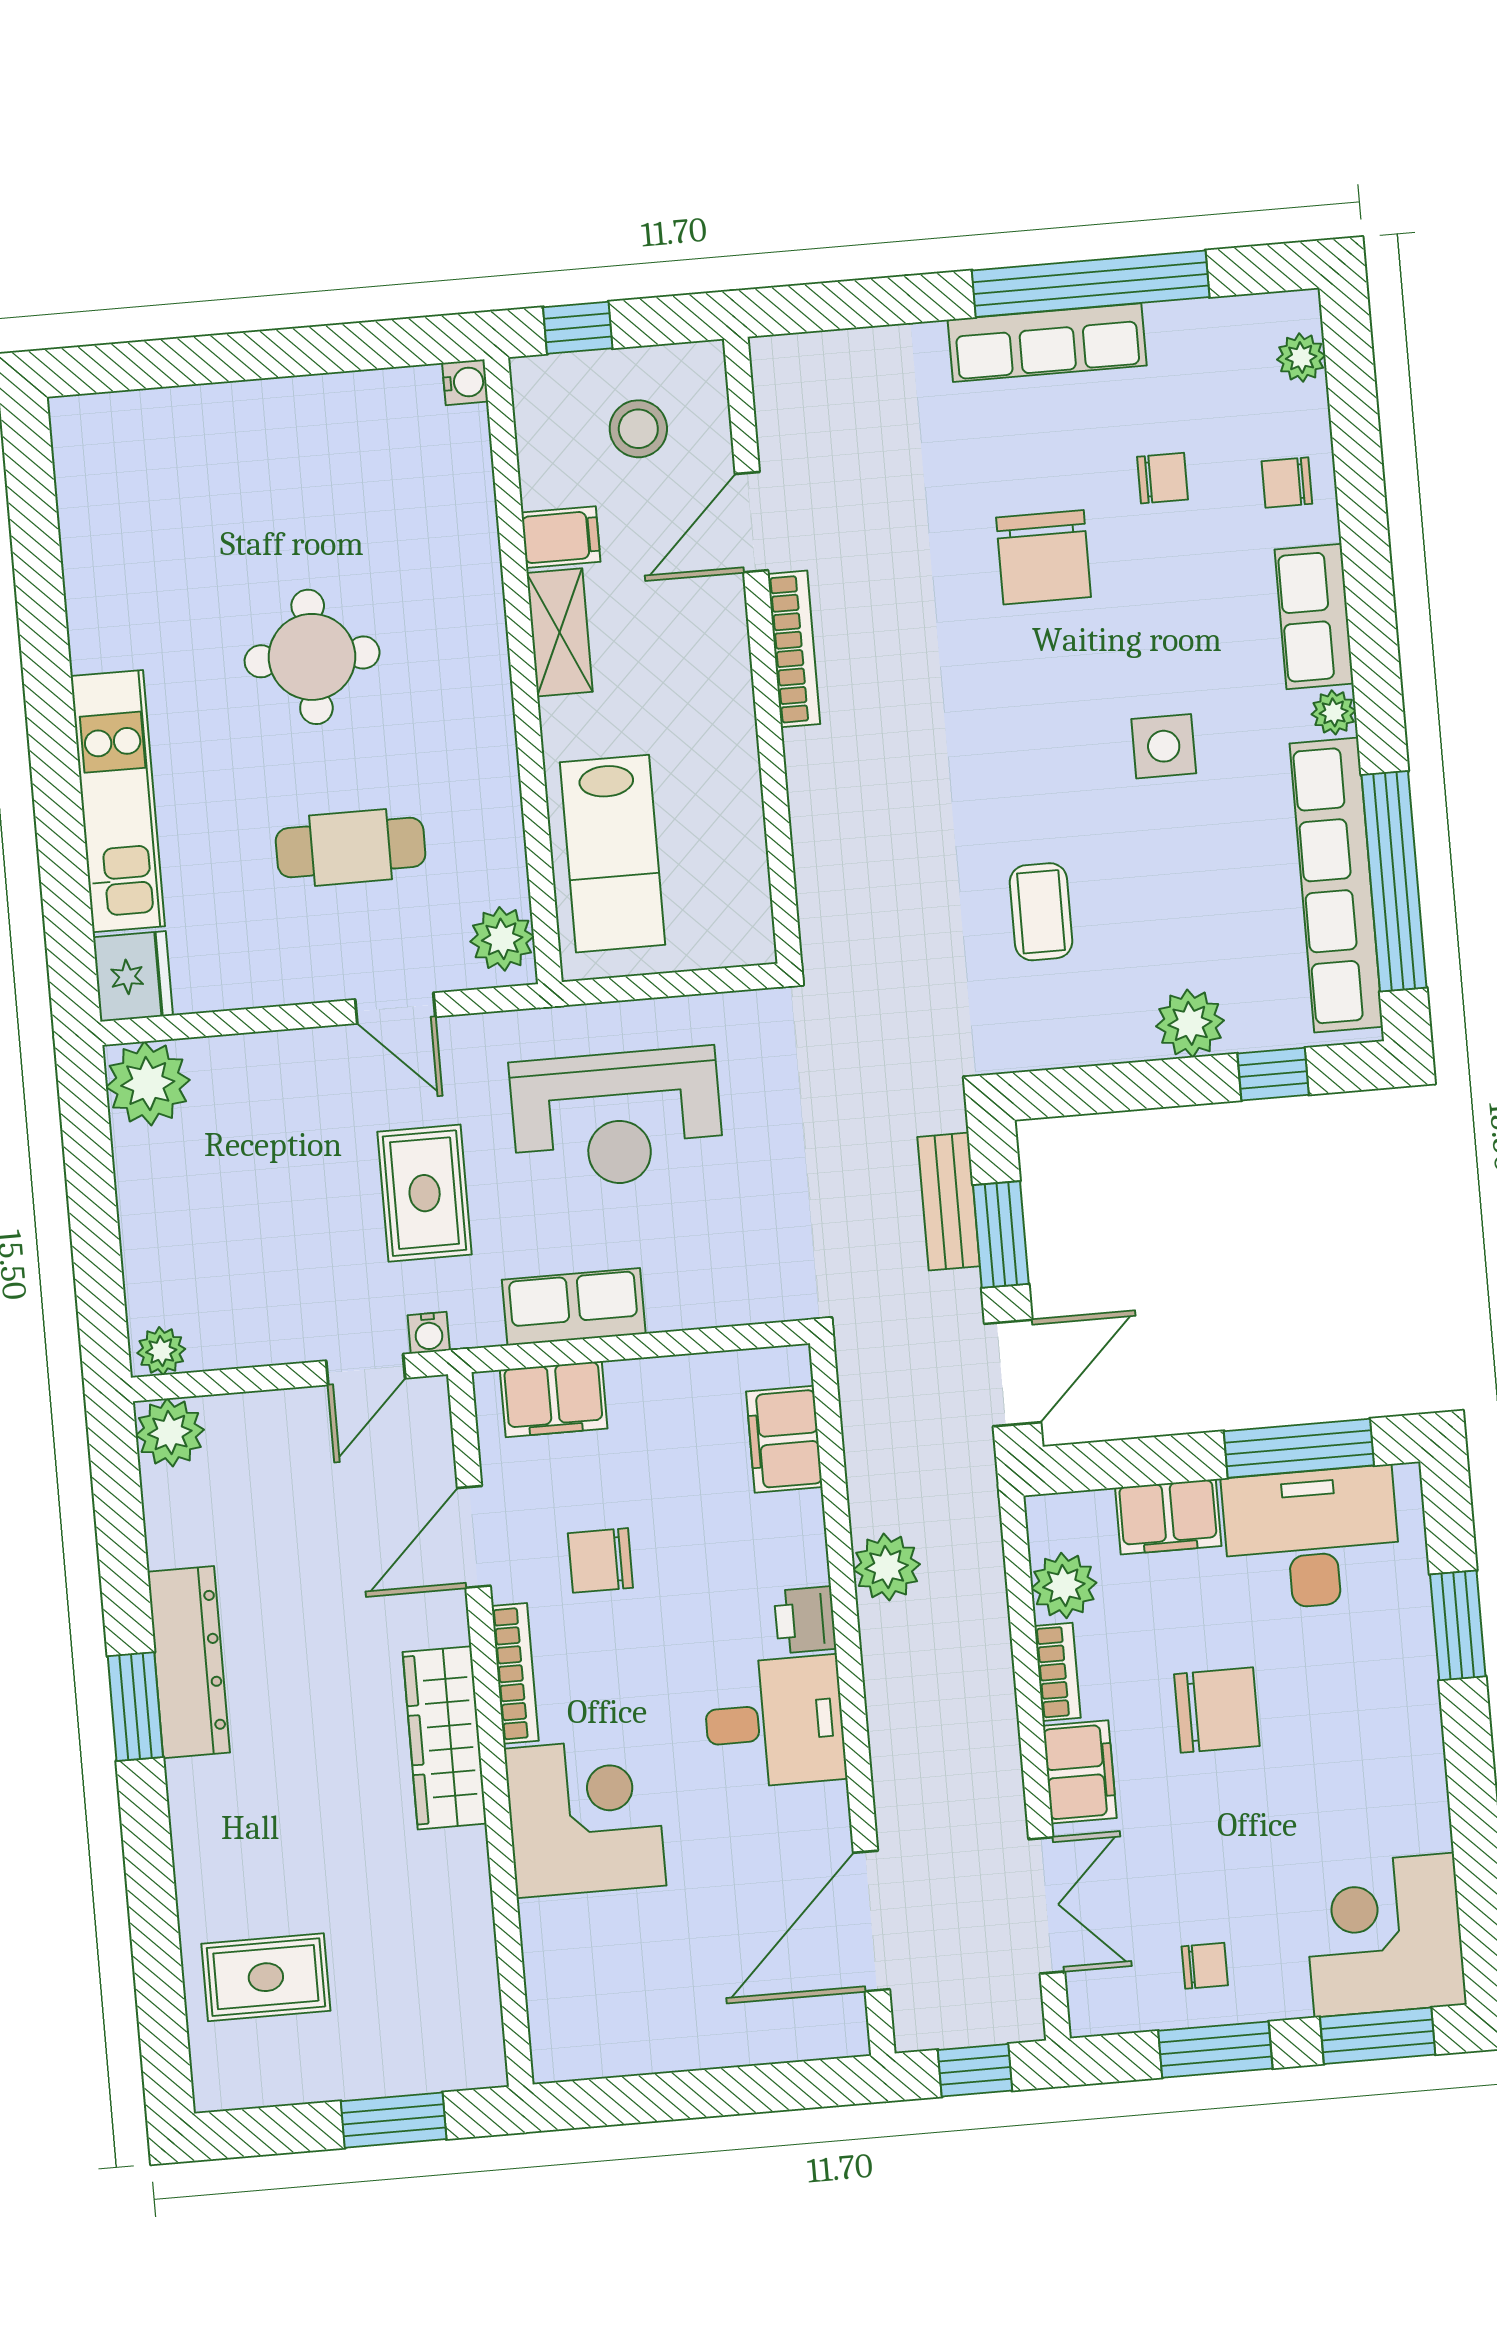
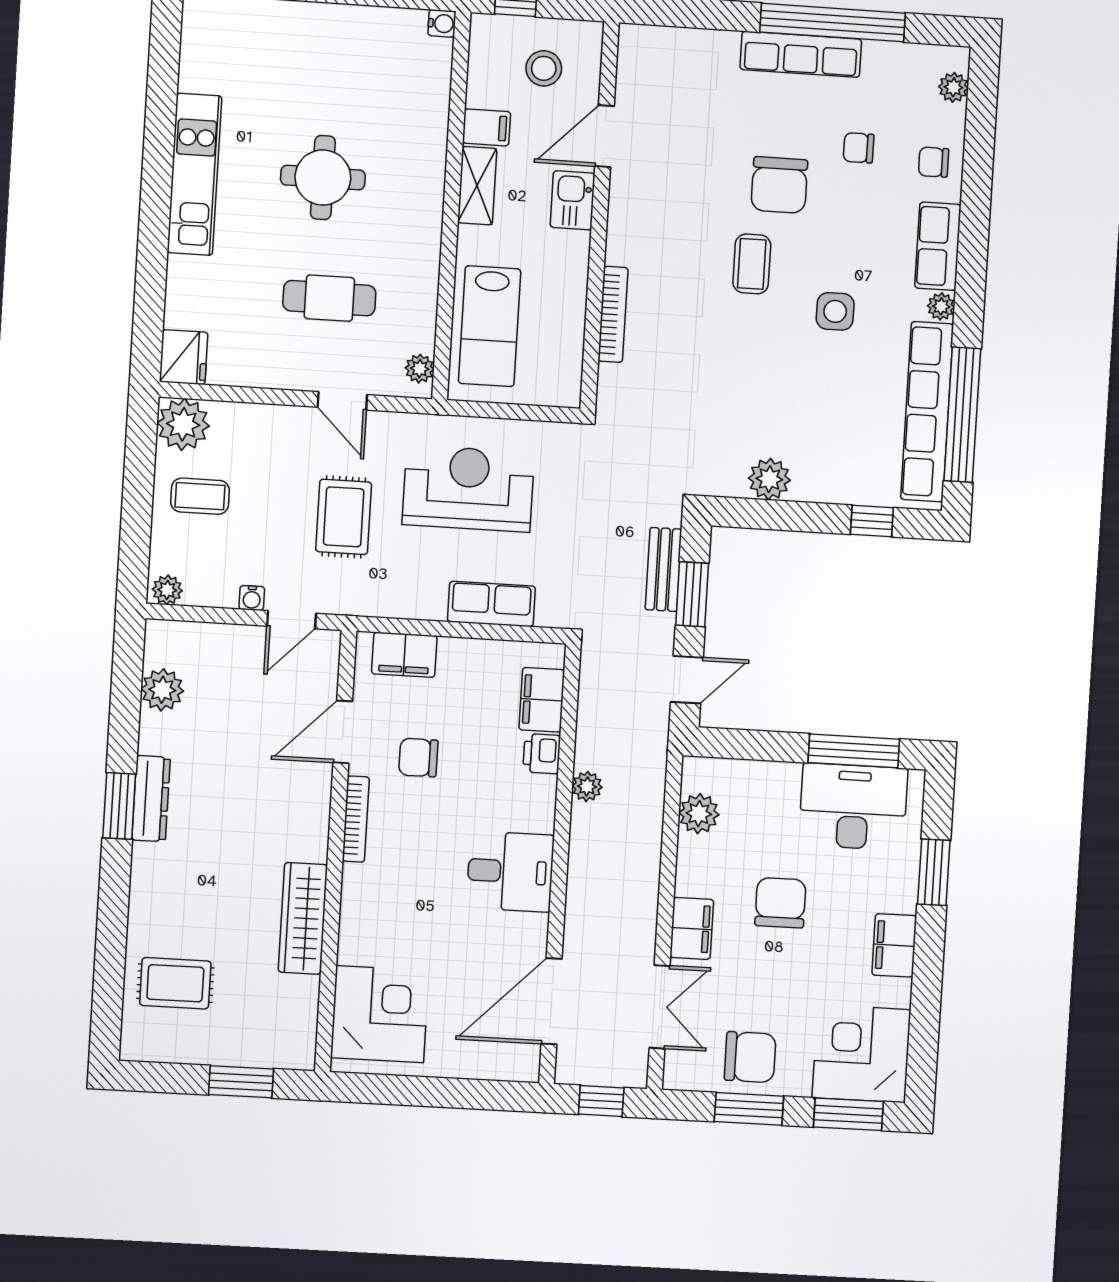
chair: (1162, 478) -> (859, 148), turned 180
kitchen sink: (716, 632) -> (573, 200), added
bookcase: (794, 649) -> (613, 314), moved
kitchen unit: (118, 801) -> (194, 174), moved
coffee table: (1041, 912) -> (752, 264), moved
plant: (502, 939) -> (420, 369), width x0.73, depth x0.73
plant: (1190, 1023) -> (769, 479), moved
reception desk: (617, 1118) -> (468, 489), turned 180
coffee table: (191, 1194) -> (200, 496), added
row of seats: (574, 1307) -> (491, 604), moved
water cooler: (429, 1333) -> (252, 598), moved
door: (1013, 1373) -> (687, 680), width x0.73
plant: (170, 1433) -> (162, 690), moved
filing cabinet: (1168, 1517) -> (894, 945), moved, turned 90
plant: (887, 1567) -> (587, 786), width x0.73, depth x0.73
printer: (805, 1620) -> (542, 754), moved
dresser: (189, 1662) -> (151, 799), width x0.73, depth x0.80
bookcase: (1057, 1672) -> (687, 866), removed
chair: (1217, 1710) -> (780, 903), turned -90
wardrobe: (445, 1738) -> (303, 918), moved
corner desk: (585, 1817) -> (380, 1014), moved
chair: (1205, 1966) -> (750, 1057), width x1.87, depth x1.87

